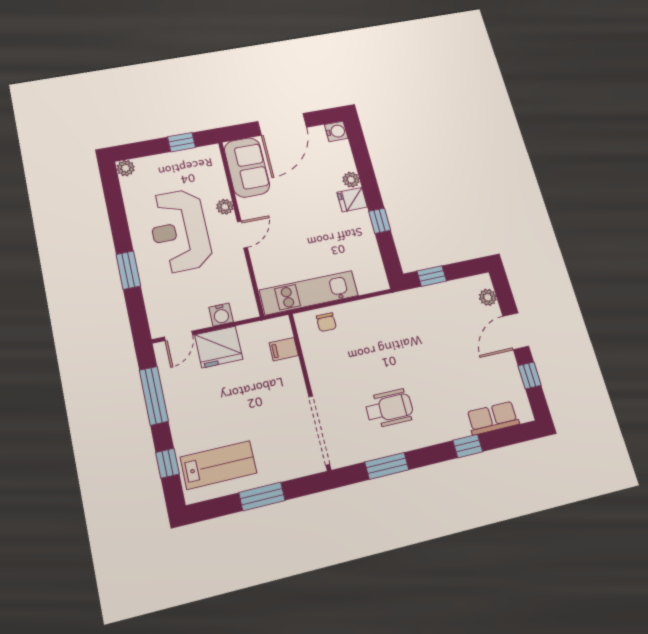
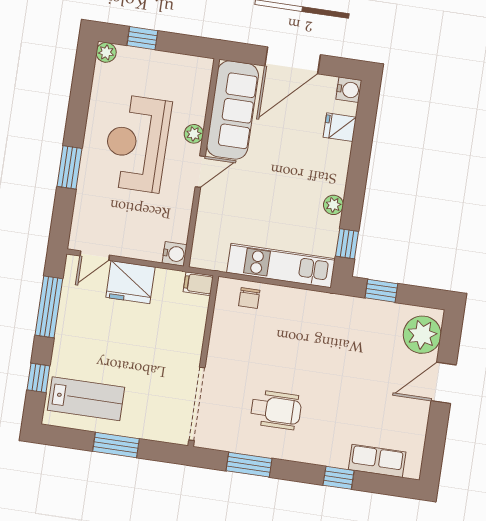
window: (181, 142) -> (142, 38), moved
sofa: (247, 167) -> (233, 110), width x1.36
plant: (351, 180) -> (333, 205), moved
fridge: (352, 200) -> (340, 127), moved
window: (380, 221) -> (347, 244), moved
kitchen unit: (309, 293) -> (281, 266), moved
plant: (488, 297) -> (422, 335), width x1.88, depth x1.88
water cooler: (221, 315) -> (175, 254), moved, turned -90
filing cabinet: (284, 349) -> (198, 284), moved
window: (530, 375) -> (436, 433), removed

